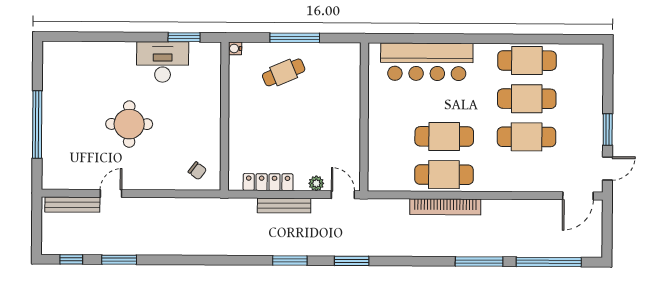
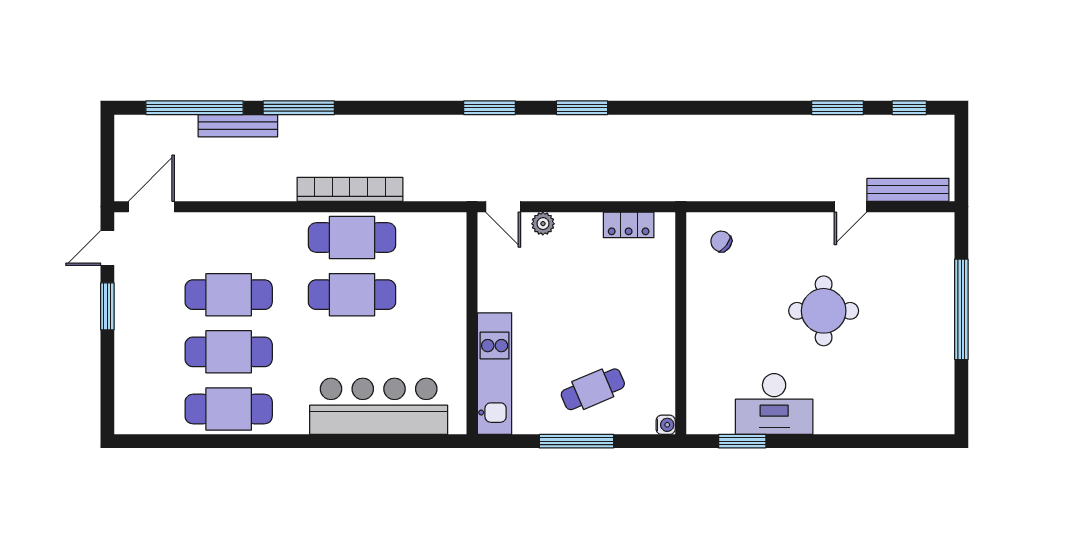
kitchen unit: (349, 83) -> (495, 374), added
locker: (268, 182) -> (629, 225), width x0.66
bench: (284, 205) -> (238, 126), moved

